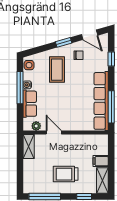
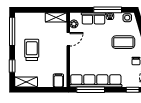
filing cabinet: (101, 161) -> (58, 80), moved

